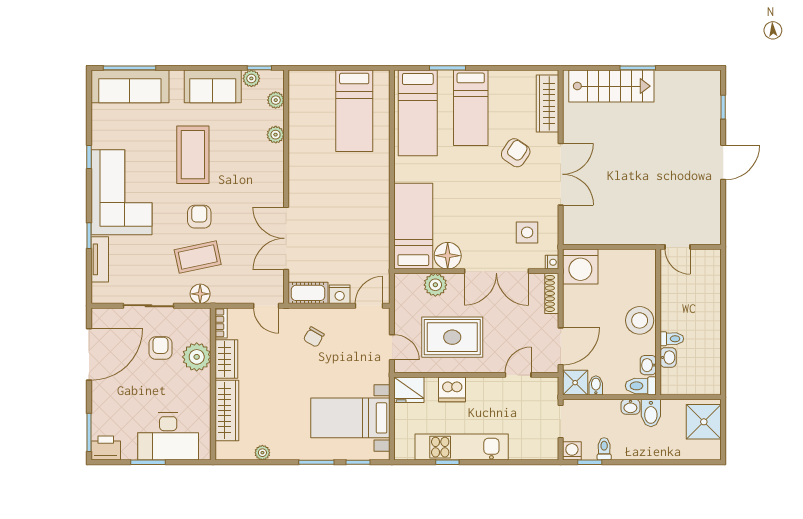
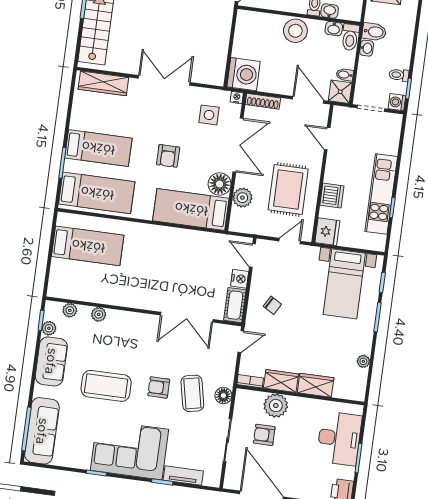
armchair: (516, 153) -> (168, 156), moved, turned -124
wardrobe: (227, 411) -> (316, 385), width x0.67

